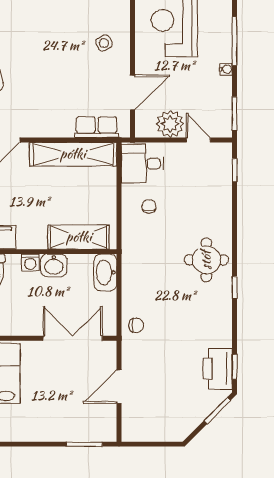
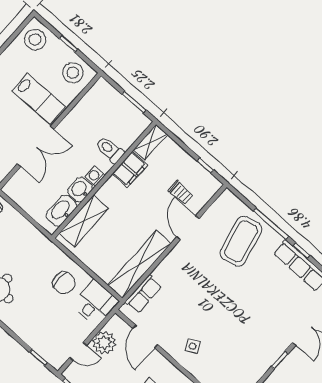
chair: (149, 206) -> (64, 283), width x1.87, depth x1.87
washbasin: (105, 272) -> (61, 211), moved, turned -90
double door: (73, 338) -> (36, 146), moved

